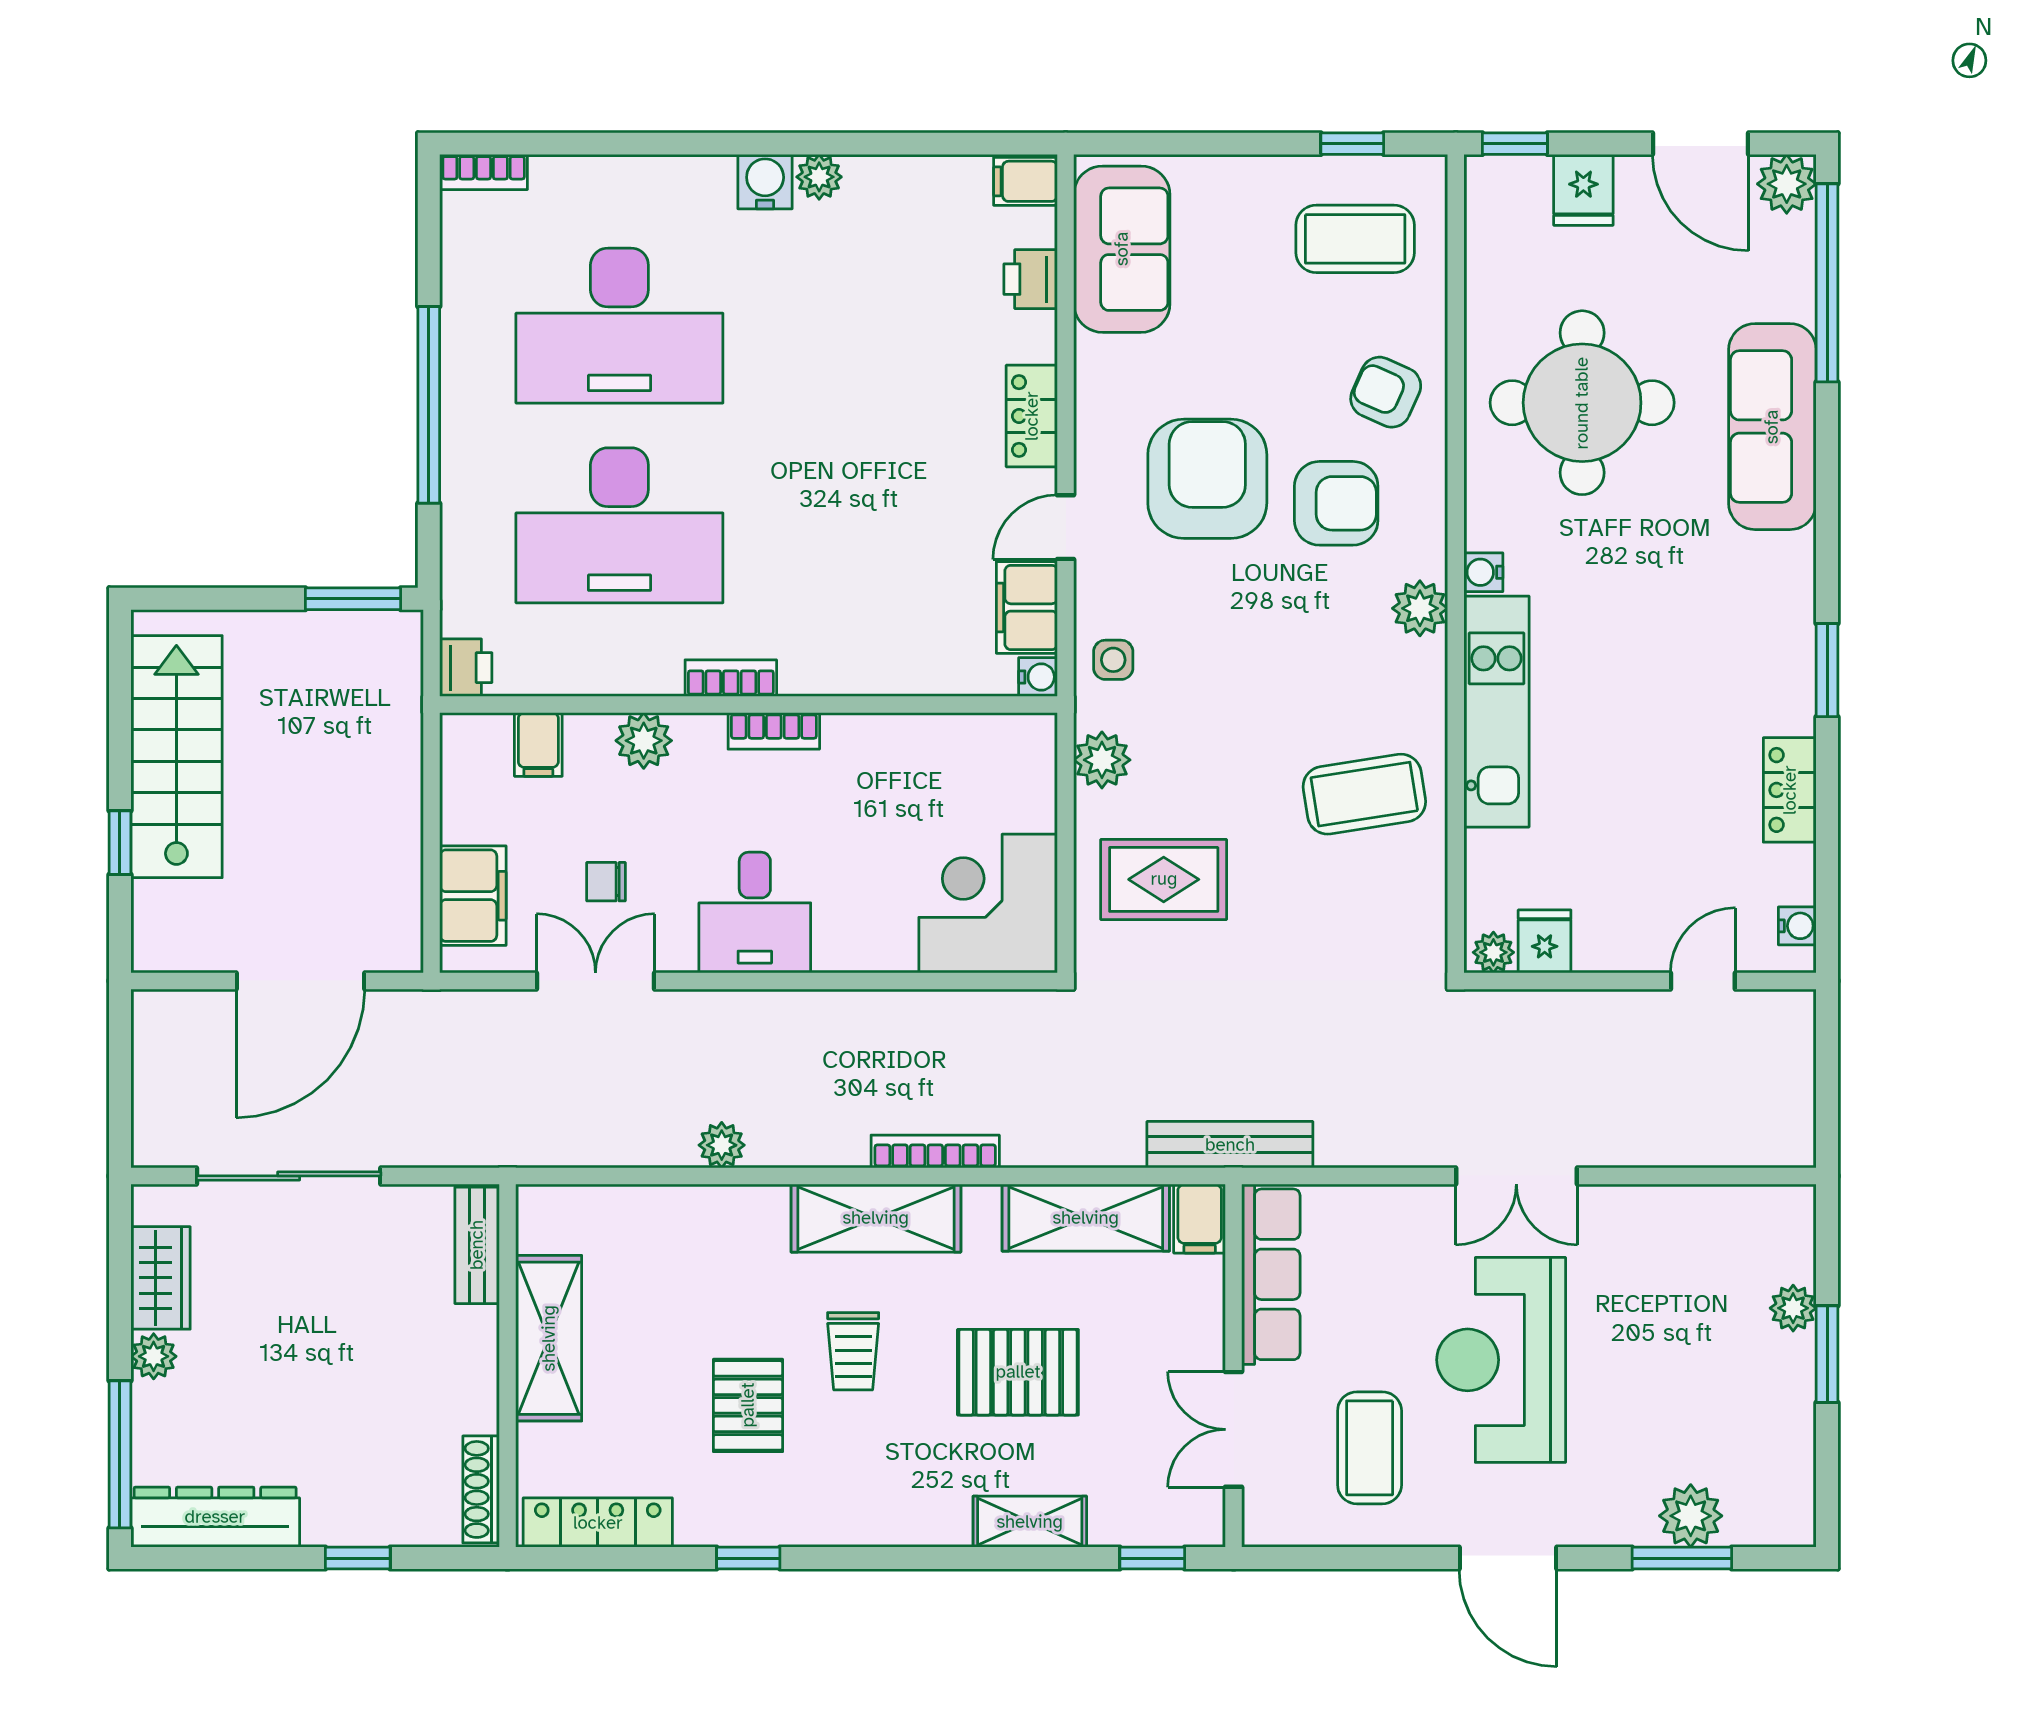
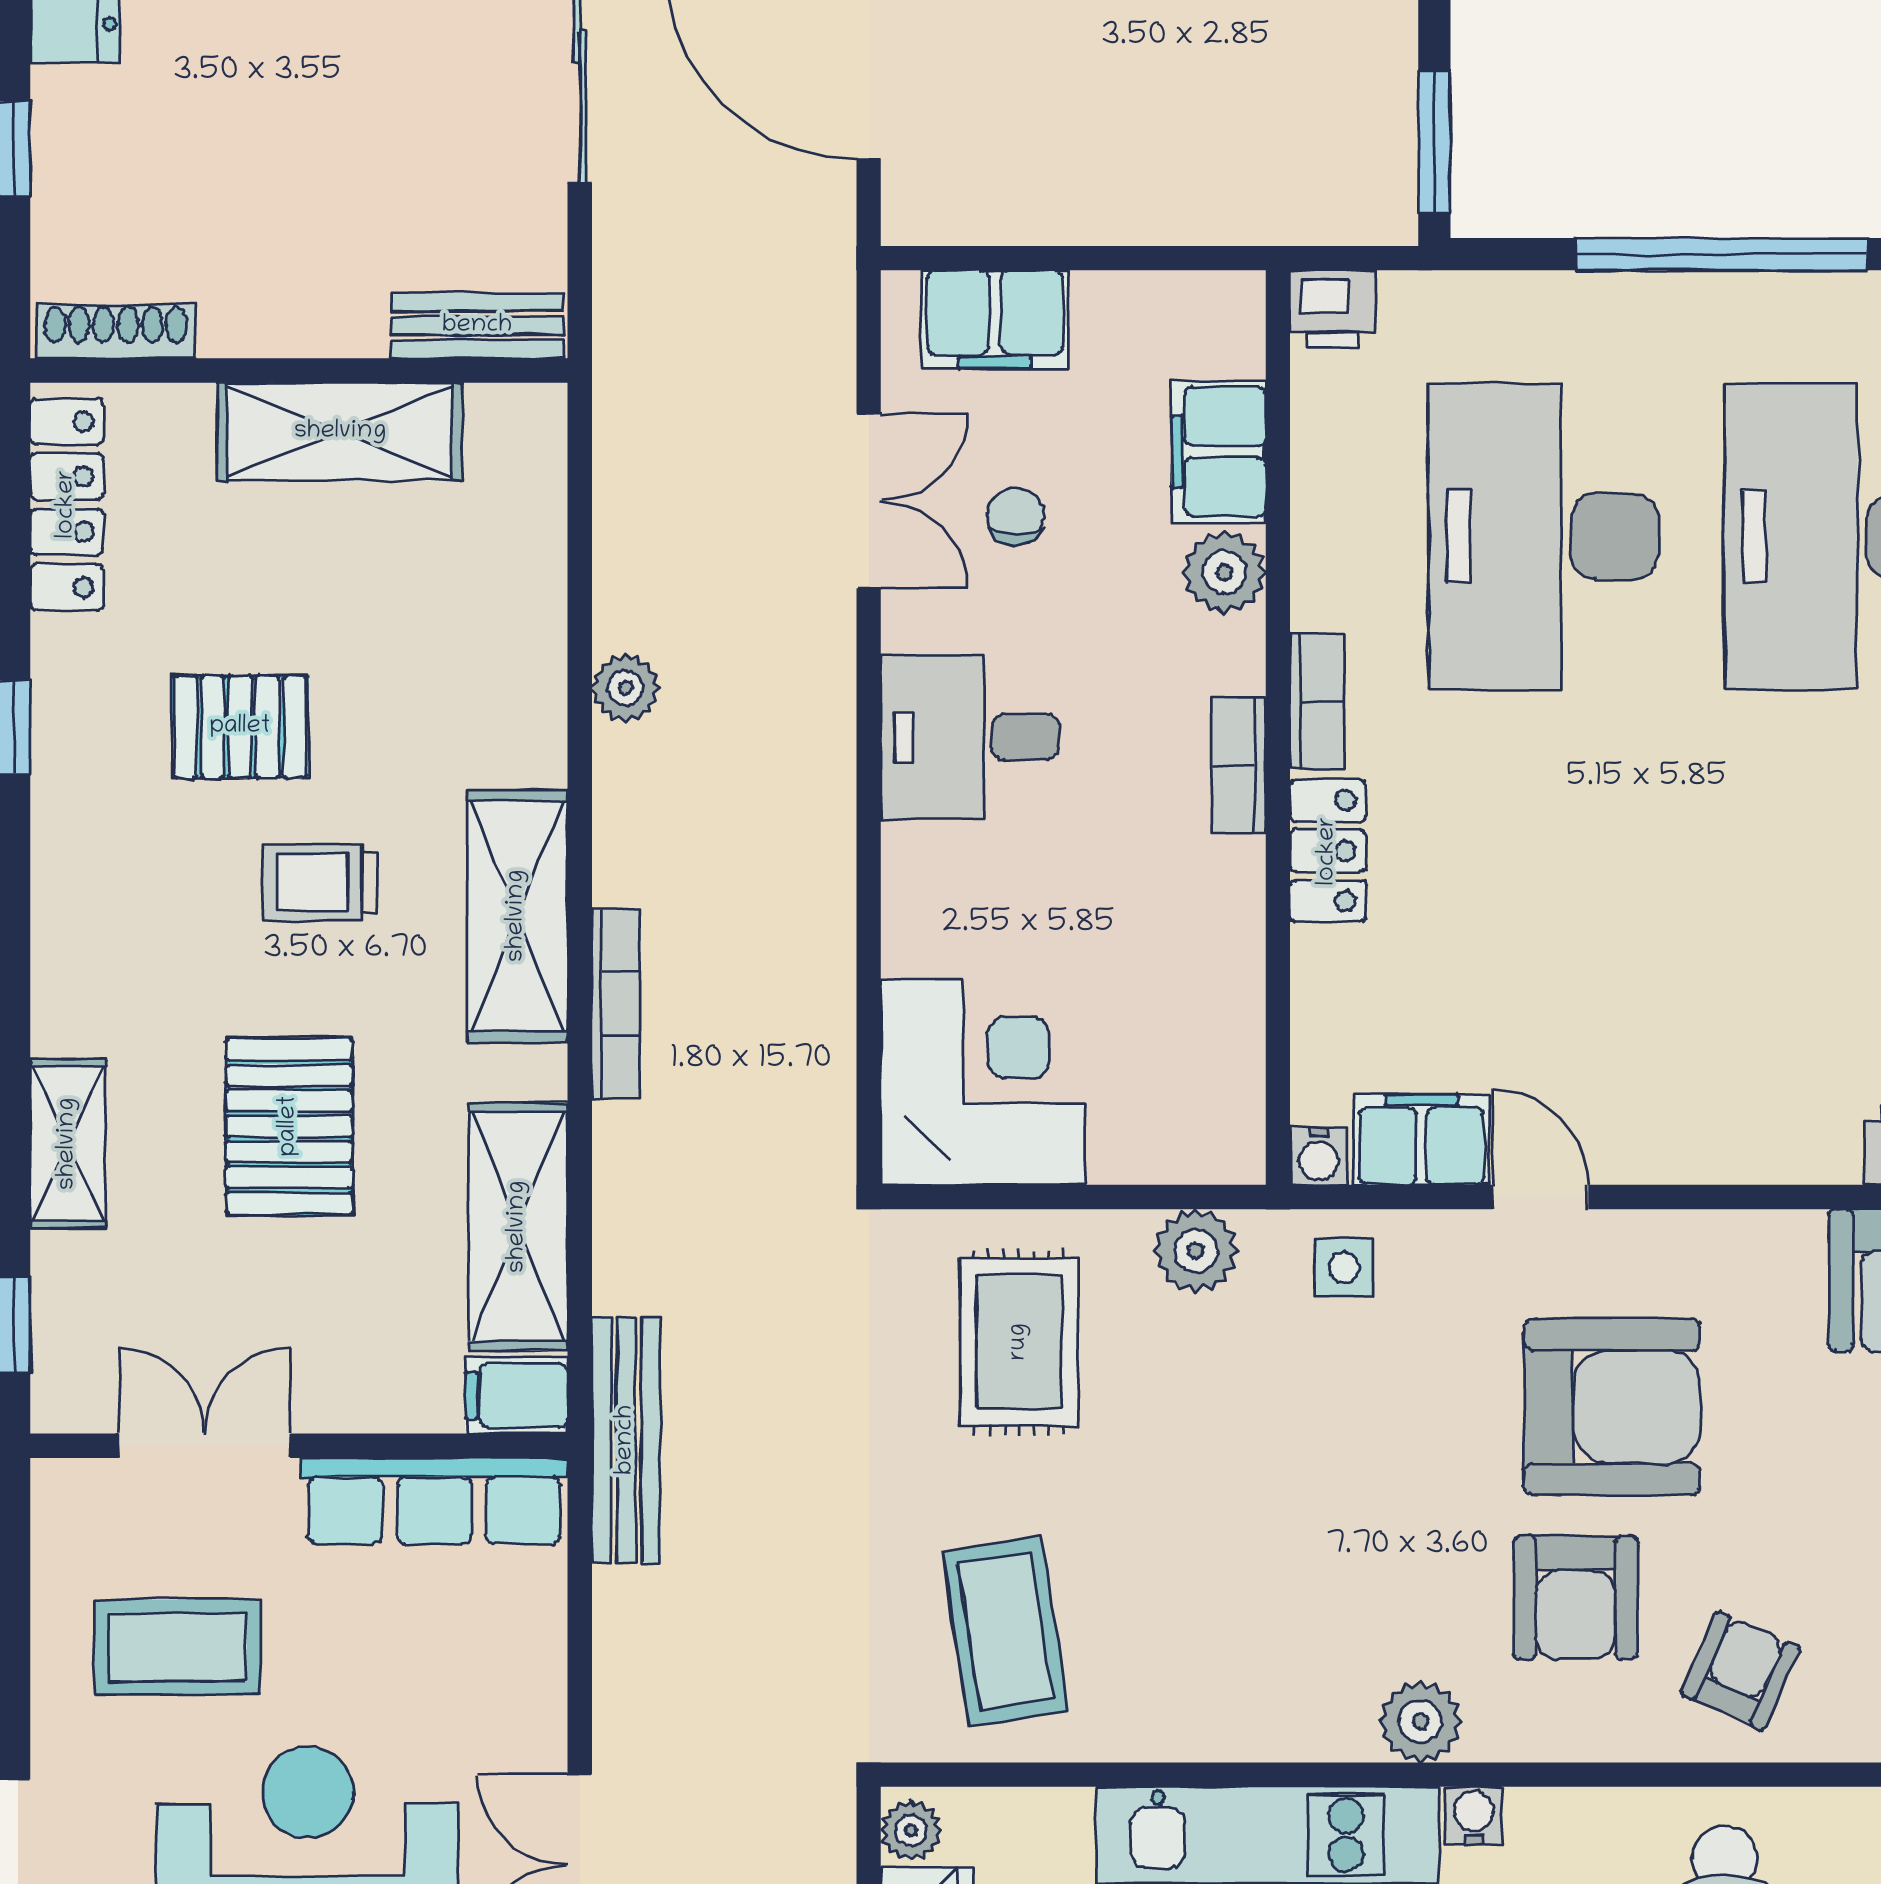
locker: (1032, 416) -> (1328, 851), moved, turned 90
filing cabinet: (538, 744) -> (1219, 452), width x2.00
coffee table: (1364, 794) -> (1005, 1631), moved

